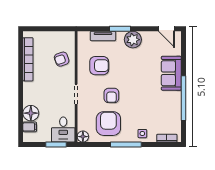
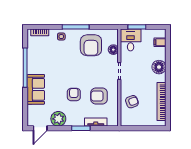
door: (167, 29) -> (40, 128), swing flipped
plant: (133, 40) -> (58, 119), moved
armchair: (111, 95) -> (74, 94), moved
floor lamp: (31, 113) -> (159, 67), moved
floor lamp: (83, 137) -> (113, 50), moved

